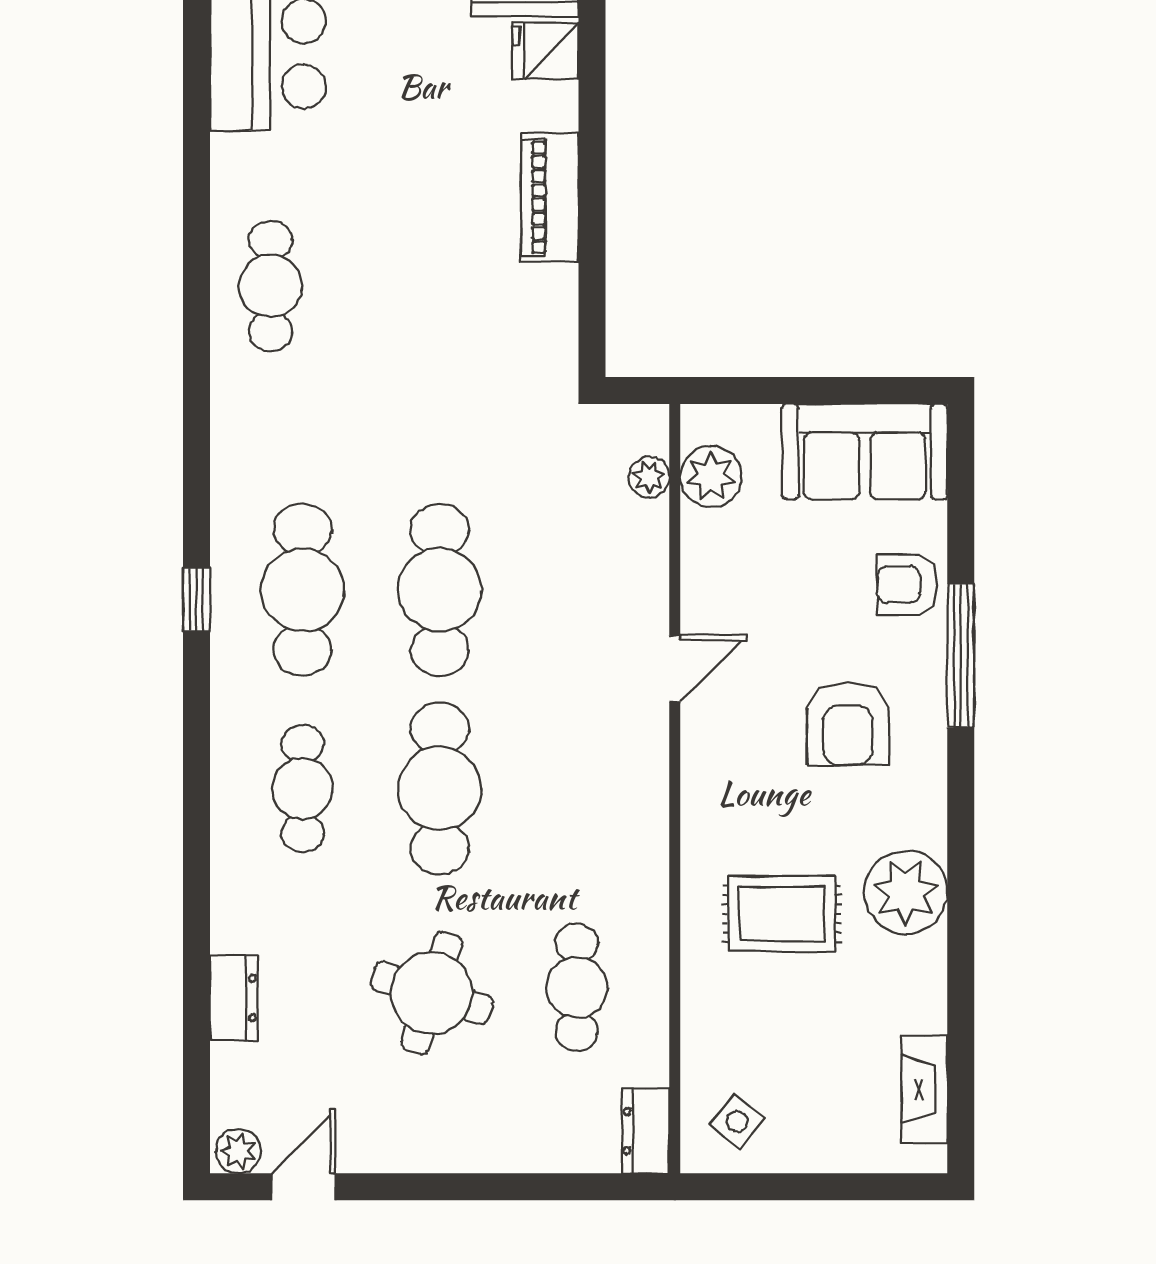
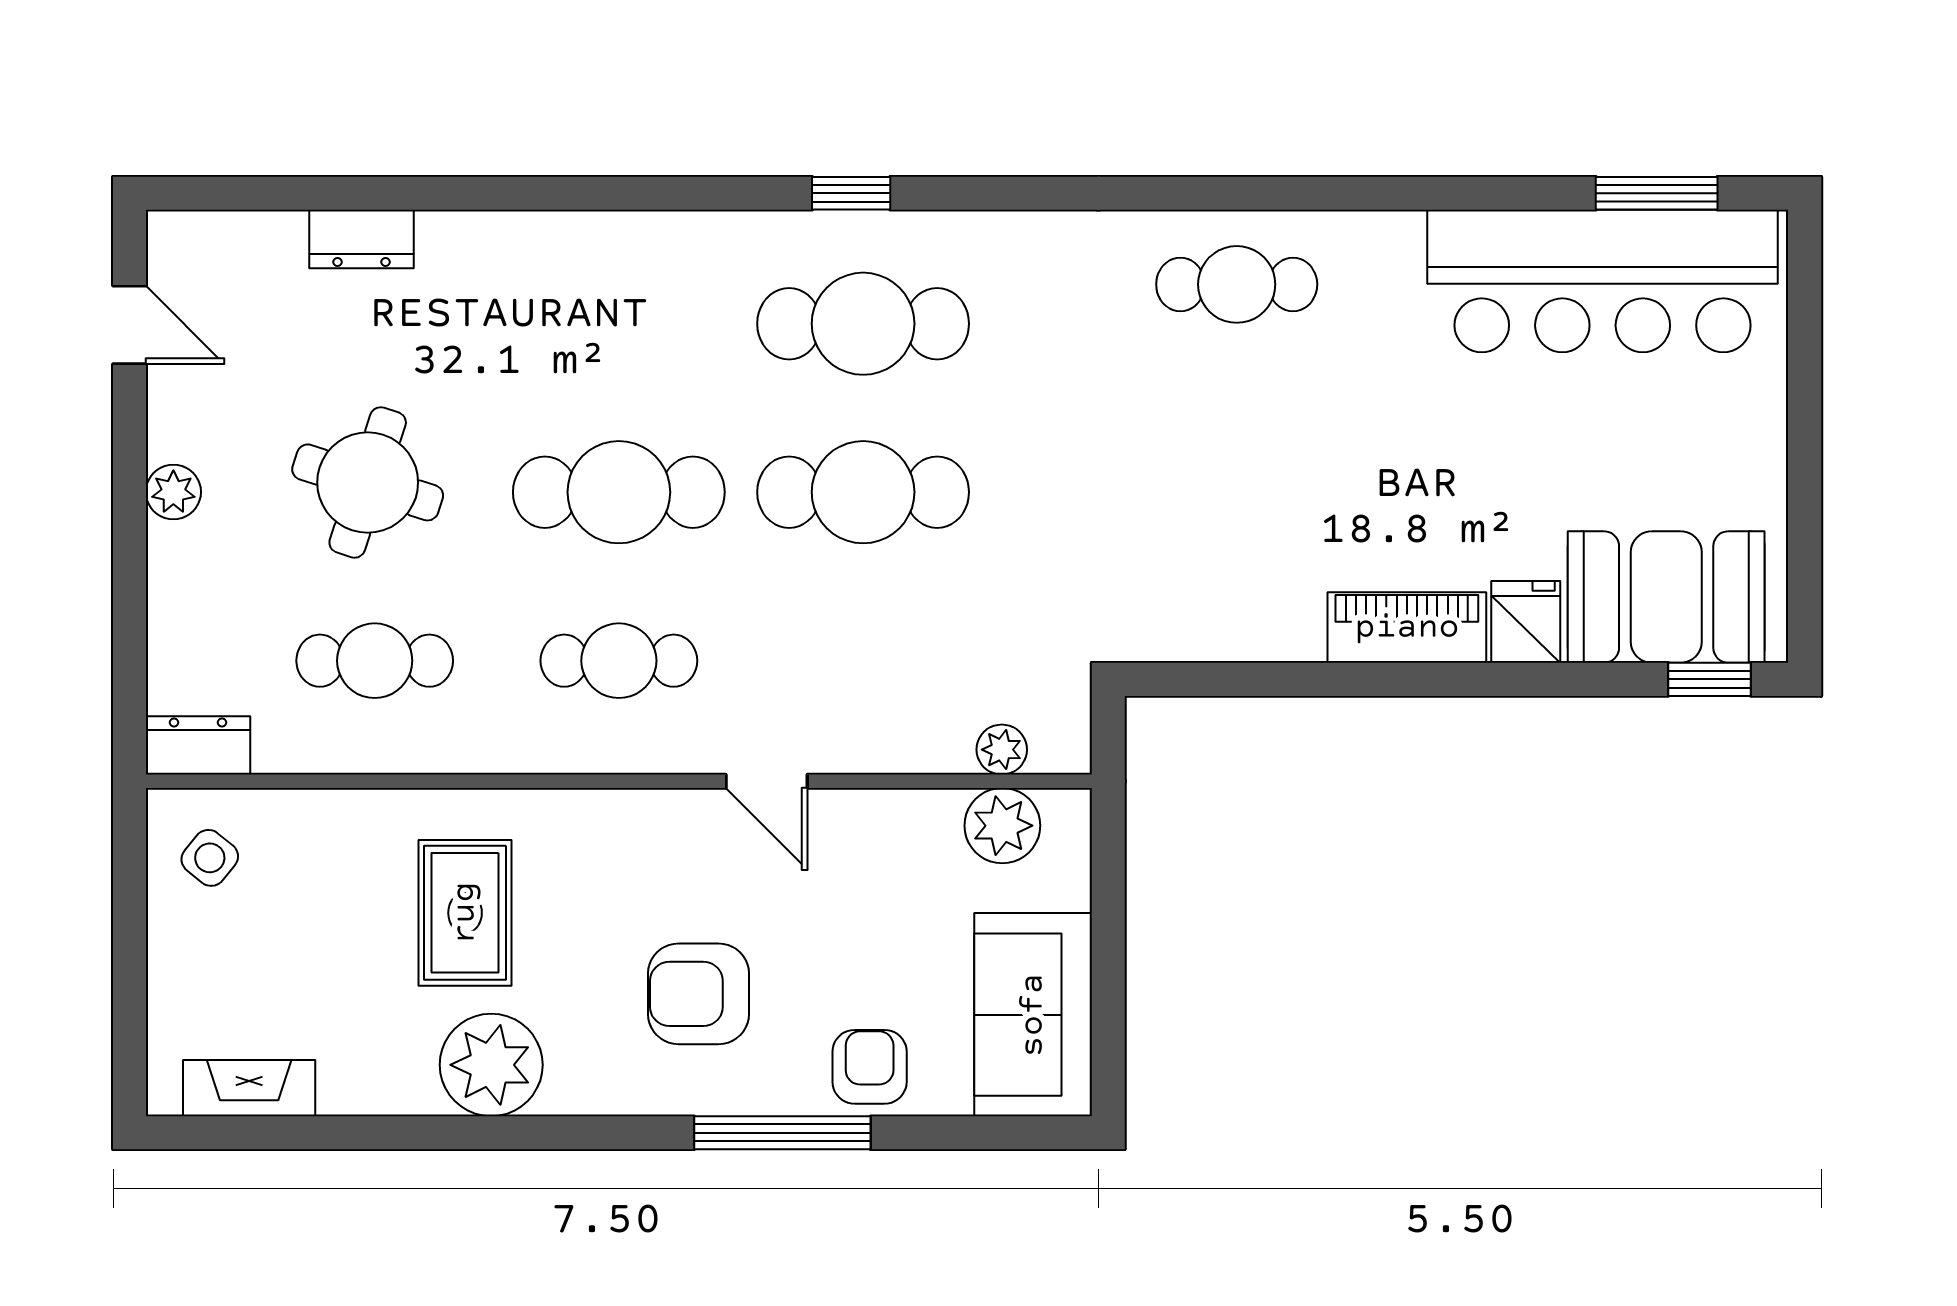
piano: (550, 197) -> (1407, 628), moved
cafe table: (303, 789) -> (619, 661), moved
plant: (238, 1151) -> (173, 492), moved

